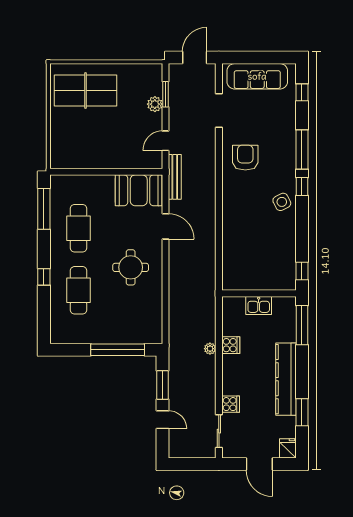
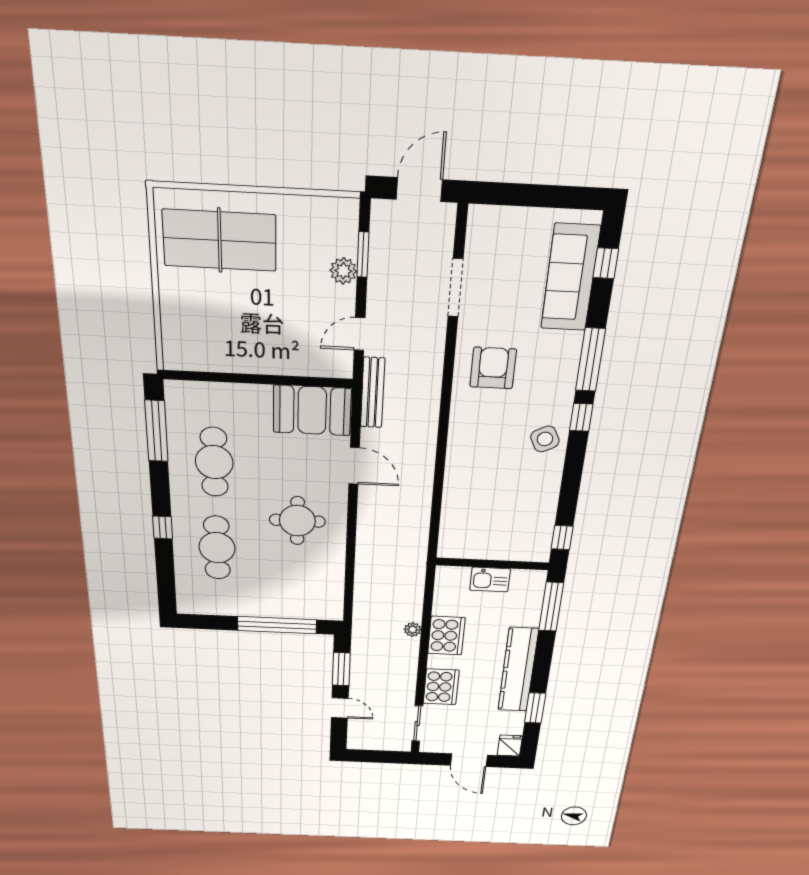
sofa: (257, 76) -> (570, 278), moved, turned 90
cooker: (231, 345) -> (446, 636), width x1.87, depth x1.31
cooker: (231, 404) -> (441, 687), width x1.87, depth x1.31

